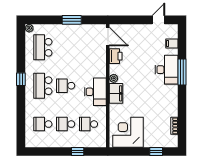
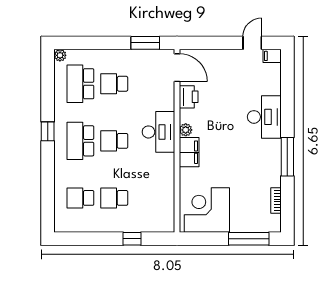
window: (72, 20) -> (145, 43), moved
filing cabinet: (172, 43) -> (272, 56), moved
window: (182, 72) -> (287, 157), moved
desk: (95, 92) -> (158, 132), moved
school desk: (88, 124) -> (114, 84), moved
window: (156, 152) -> (249, 239), width x2.17

